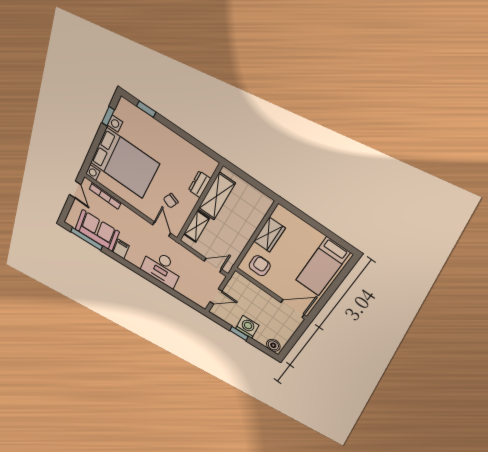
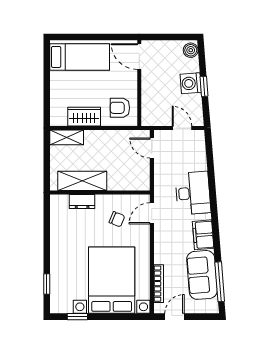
shelving: (196, 226) -> (67, 137), moved
filing cabinet: (121, 249) -> (203, 235), width x2.00

